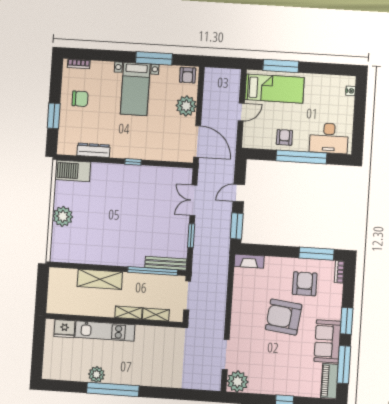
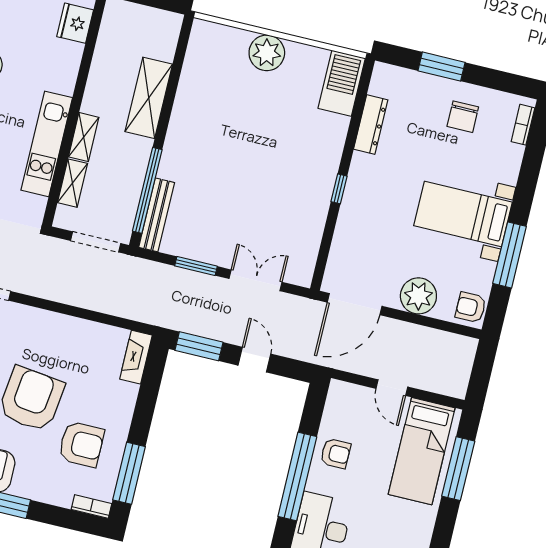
kitchen unit: (105, 331) -> (47, 144), moved

